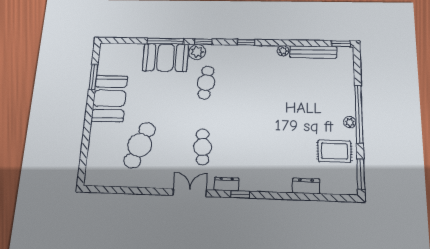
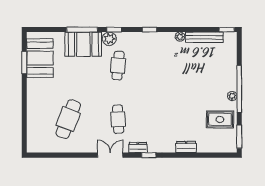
booth: (109, 98) -> (40, 58), moved
dresser: (306, 186) -> (186, 147), moved

